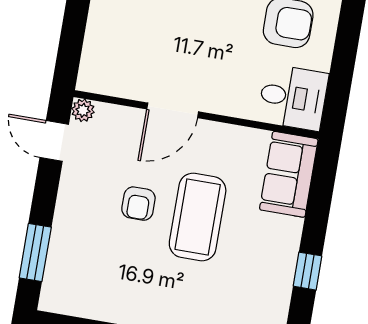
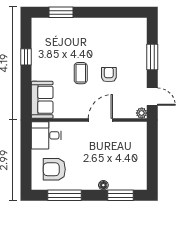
coffee table: (198, 217) -> (81, 73), width x0.54, depth x0.58
window: (35, 252) -> (152, 57), moved

